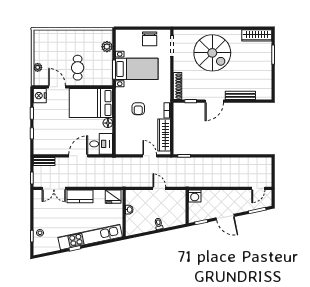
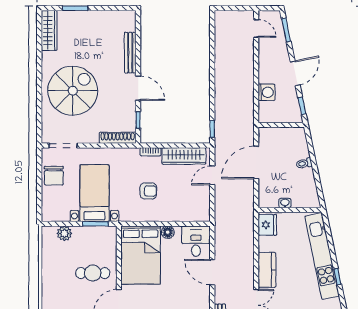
chair: (150, 39) -> (54, 176), turned 90
door: (159, 188) -> (256, 162), width x1.87
washing machine: (195, 196) -> (267, 92), moved

